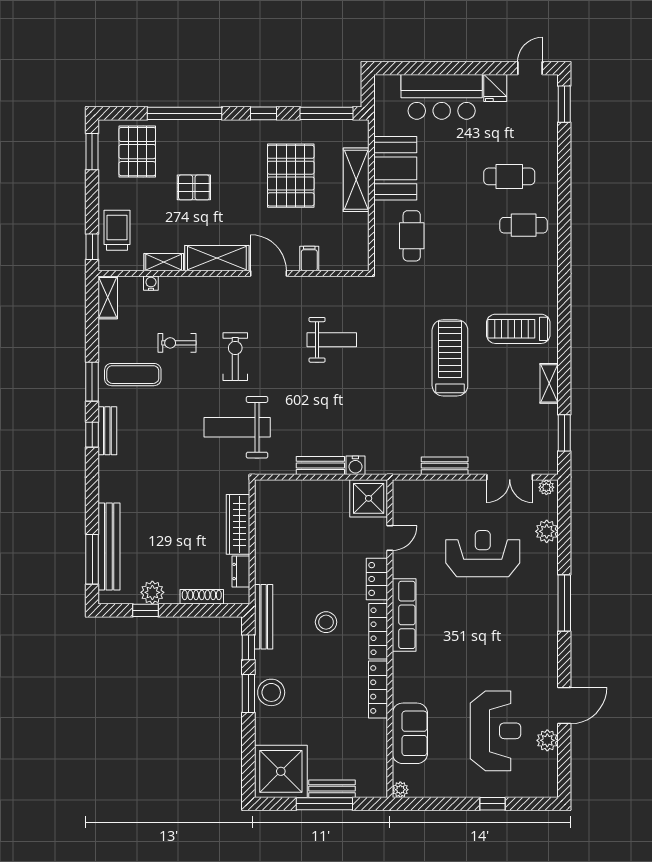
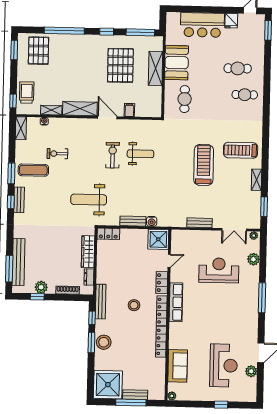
pallet: (194, 187) -> (68, 70), removed
exercise bike: (235, 357) -> (113, 155), moved
locker: (275, 490) -> (108, 234), added

